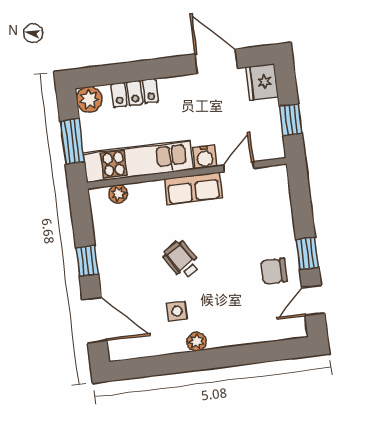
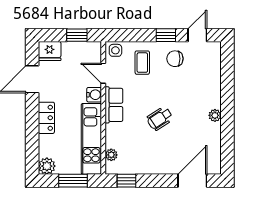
locker: (135, 93) -> (46, 118), moved
coffee table: (262, 223) -> (142, 63), added
window: (87, 261) -> (126, 181), moved
chair: (274, 271) -> (175, 59), turned 90
door: (313, 300) -> (197, 35), swing flipped
side table: (177, 311) -> (115, 50), moved

